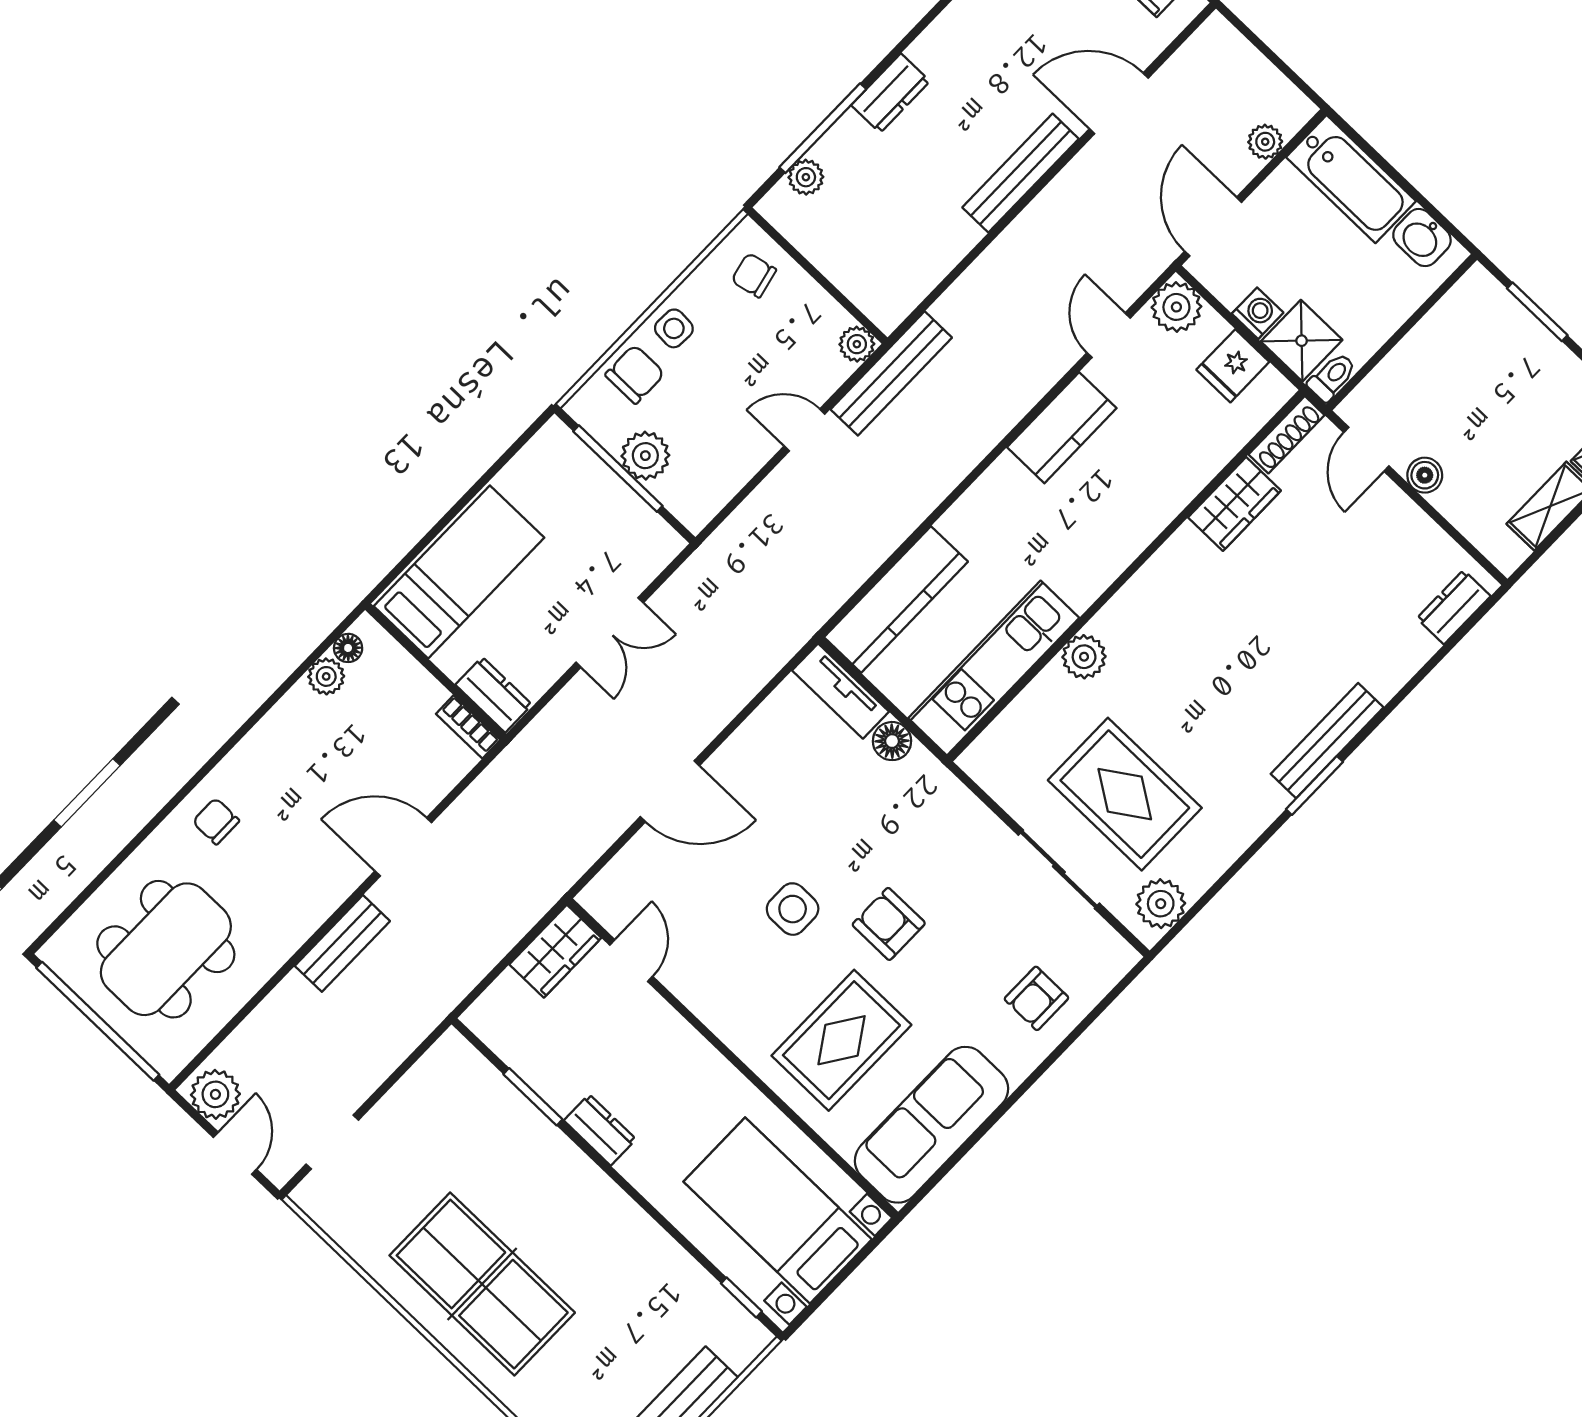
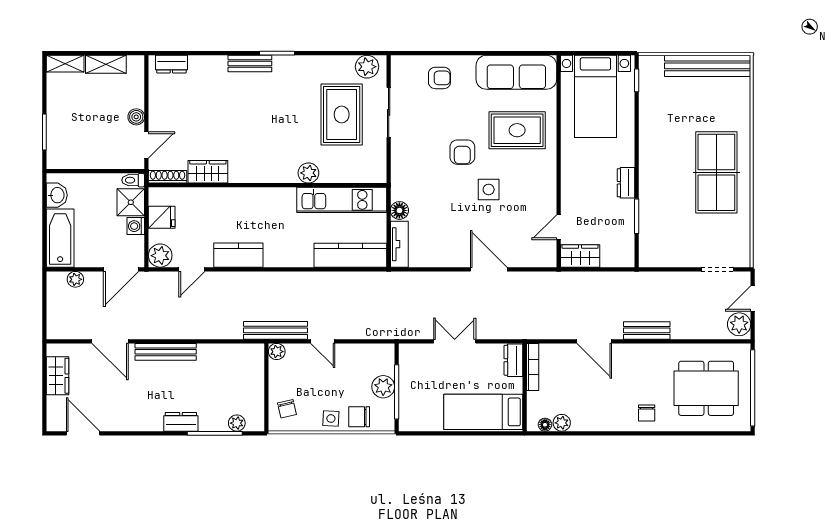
bookcase: (468, 727) -> (533, 367), width x1.56
bench: (1327, 741) -> (250, 63), width x0.73

